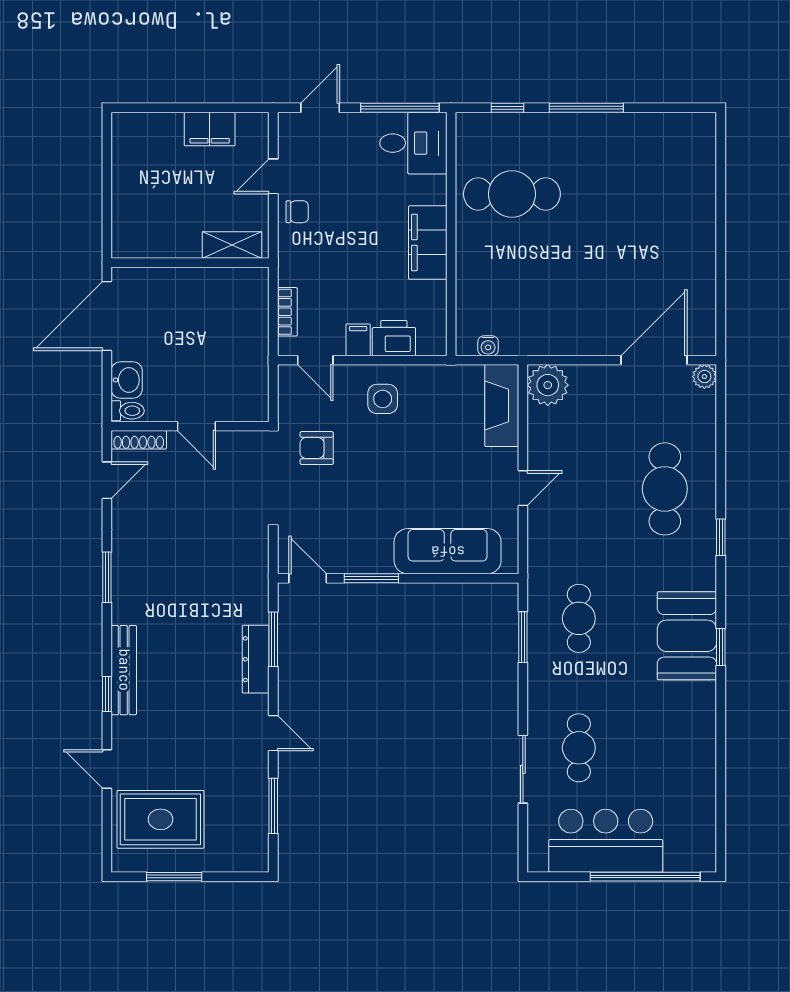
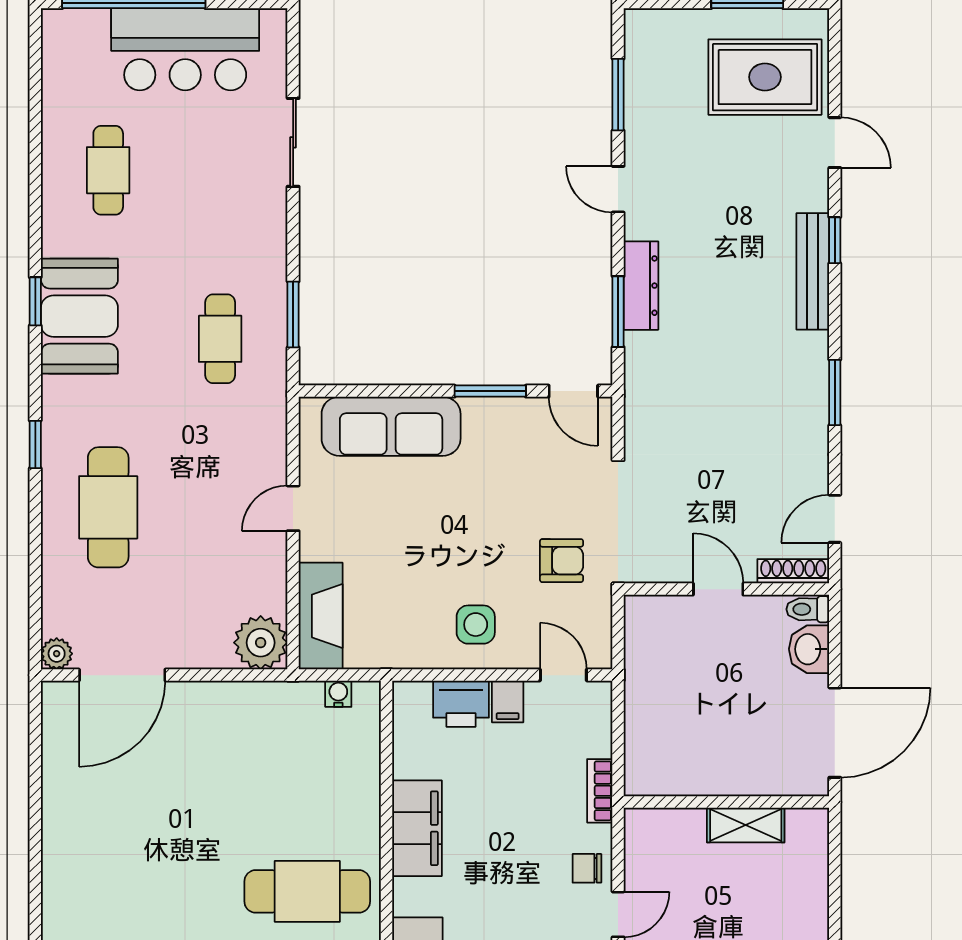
shelving: (232, 245) -> (746, 825), moved
bookcase: (287, 312) -> (600, 791), moved
cafe table: (579, 748) -> (108, 170), moved

